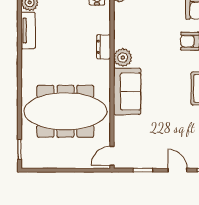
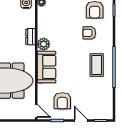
armchair: (150, 141) -> (62, 101), added
door: (112, 156) -> (36, 111), swing flipped

